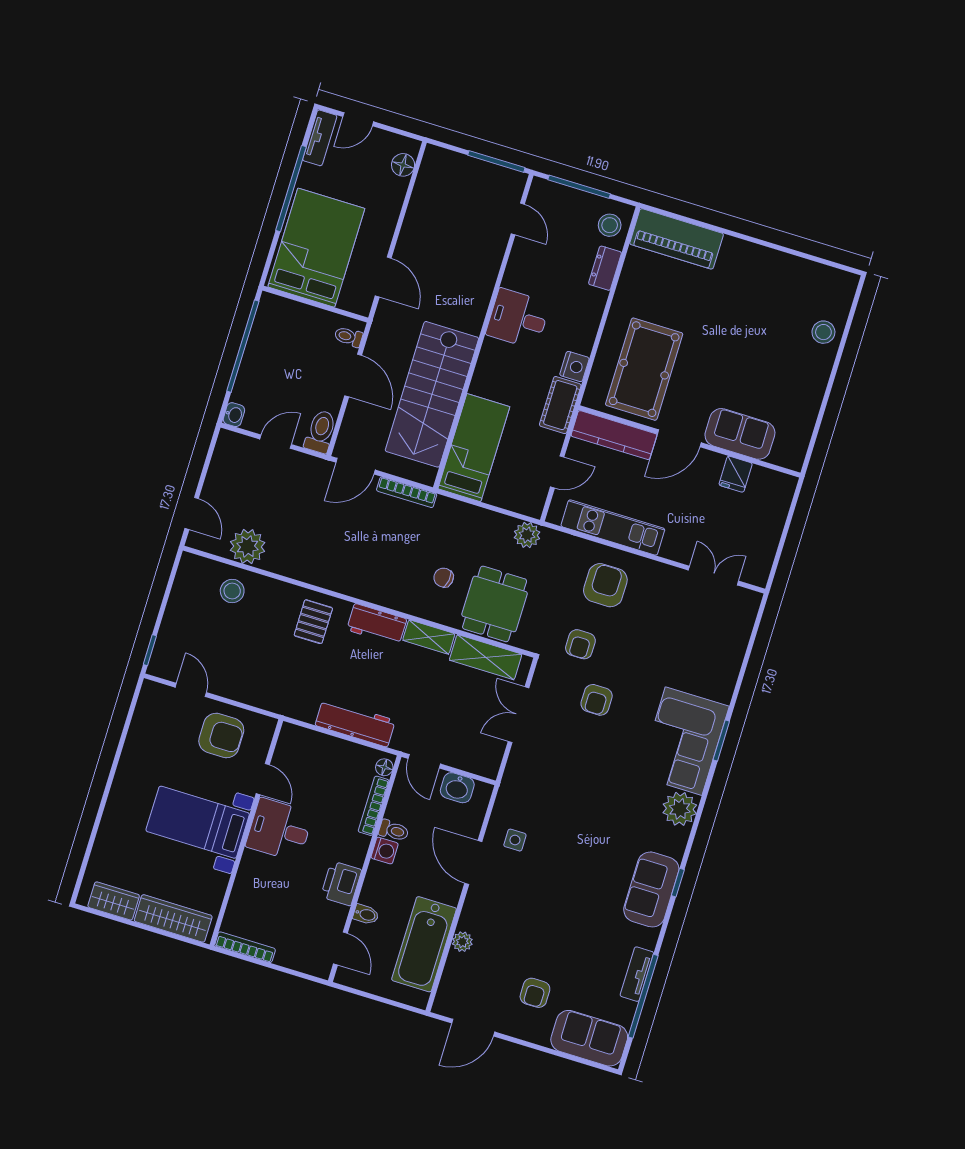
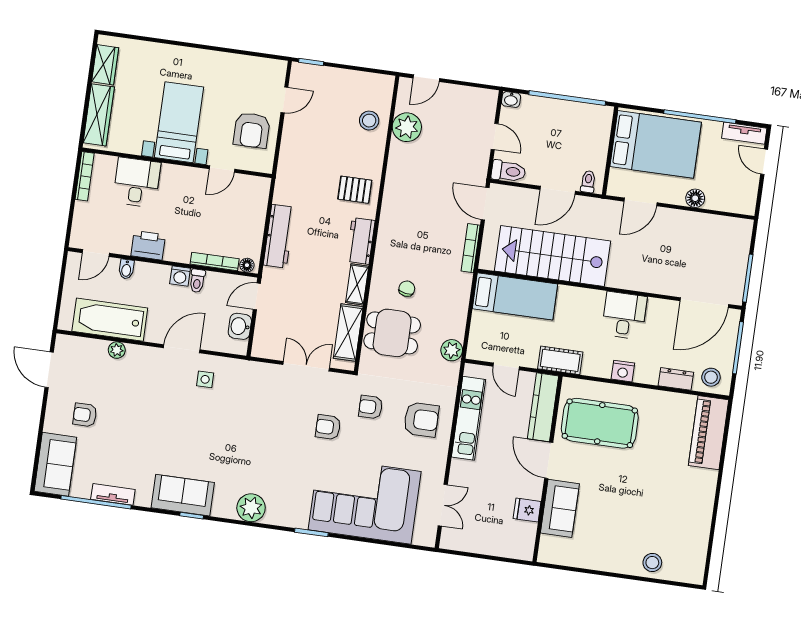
floor lamp: (403, 165) -> (695, 198), moved
door: (518, 219) -> (704, 303), width x1.88
nightstand: (574, 366) -> (623, 371), moved
corner sofa: (684, 741) -> (365, 501), moved, width x1.36, depth x1.36
desk: (279, 830) -> (137, 182), moved

